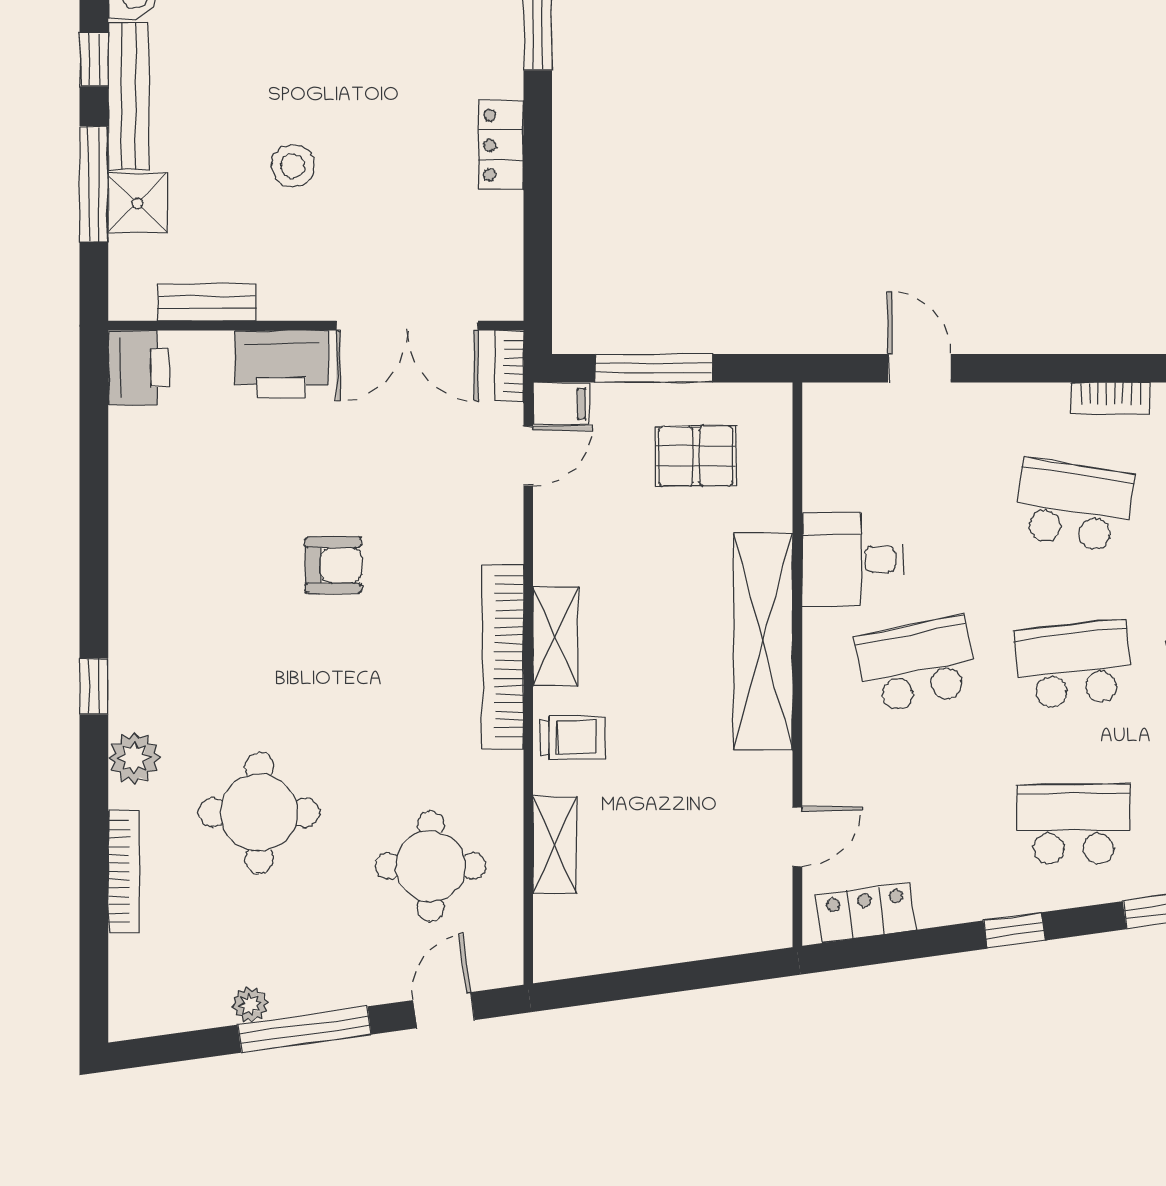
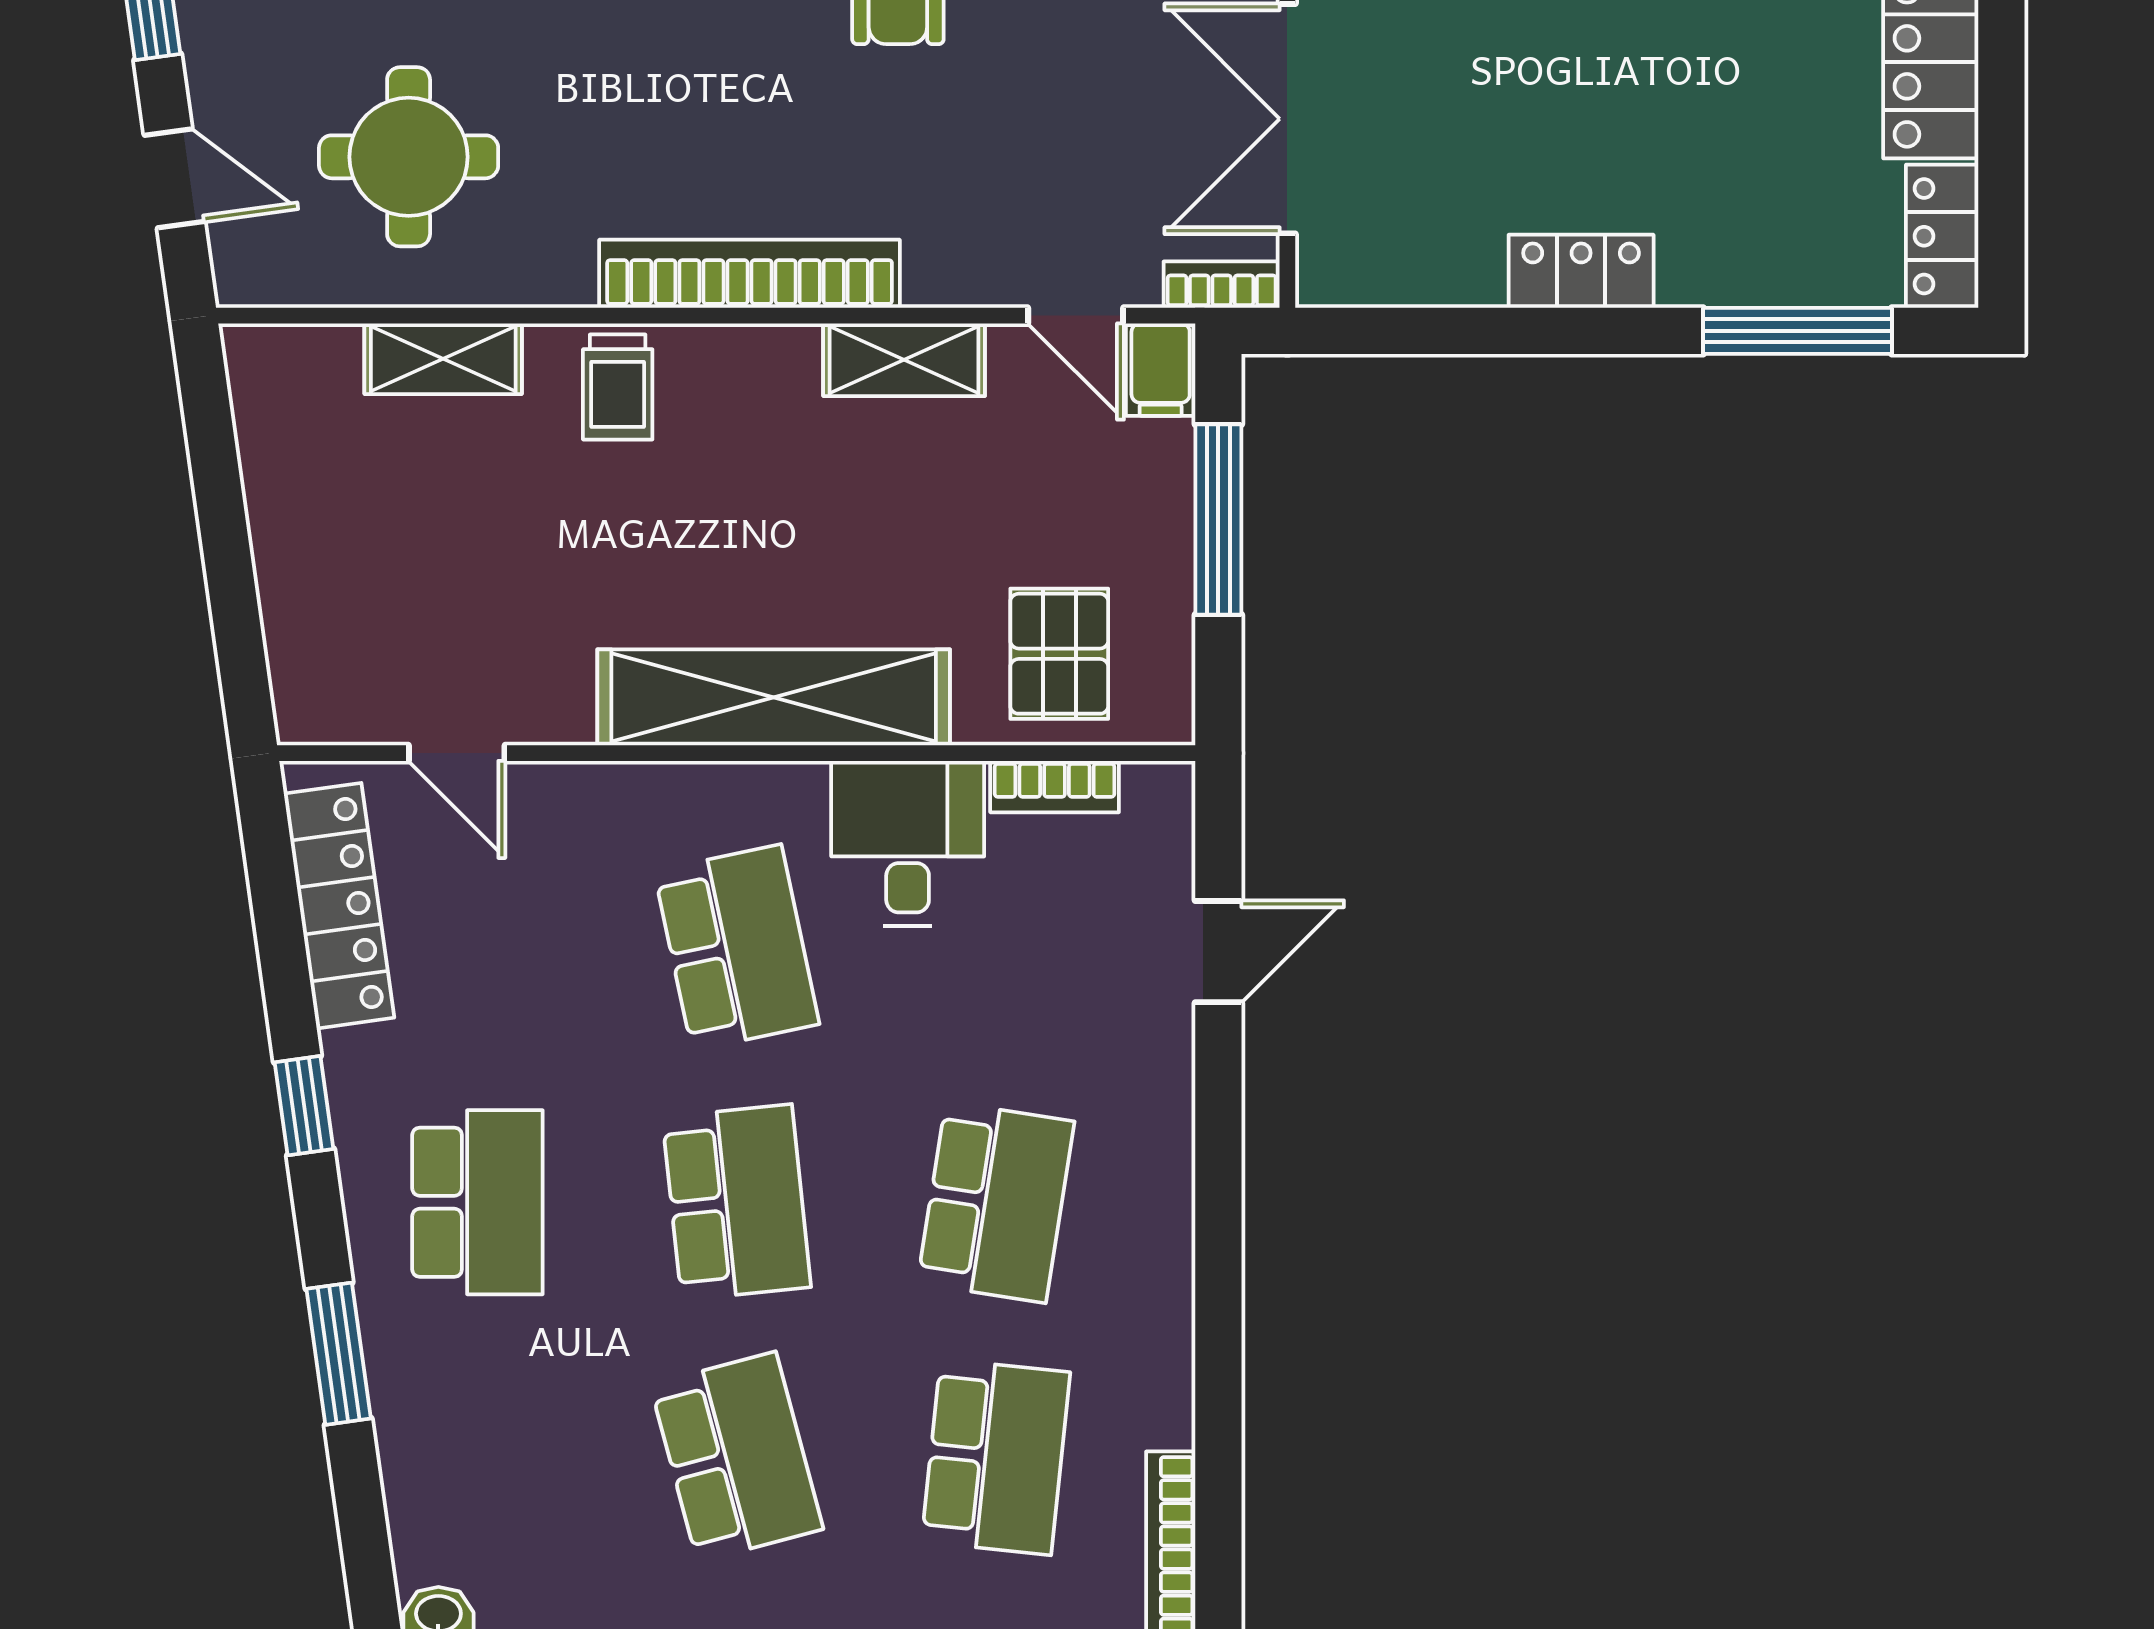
bookcase: (1111, 398) -> (1055, 787), moved, turned -90
pallet: (696, 456) -> (1059, 654), moved
shelving: (555, 637) -> (904, 360), moved
locker: (866, 912) -> (339, 906), width x1.53

